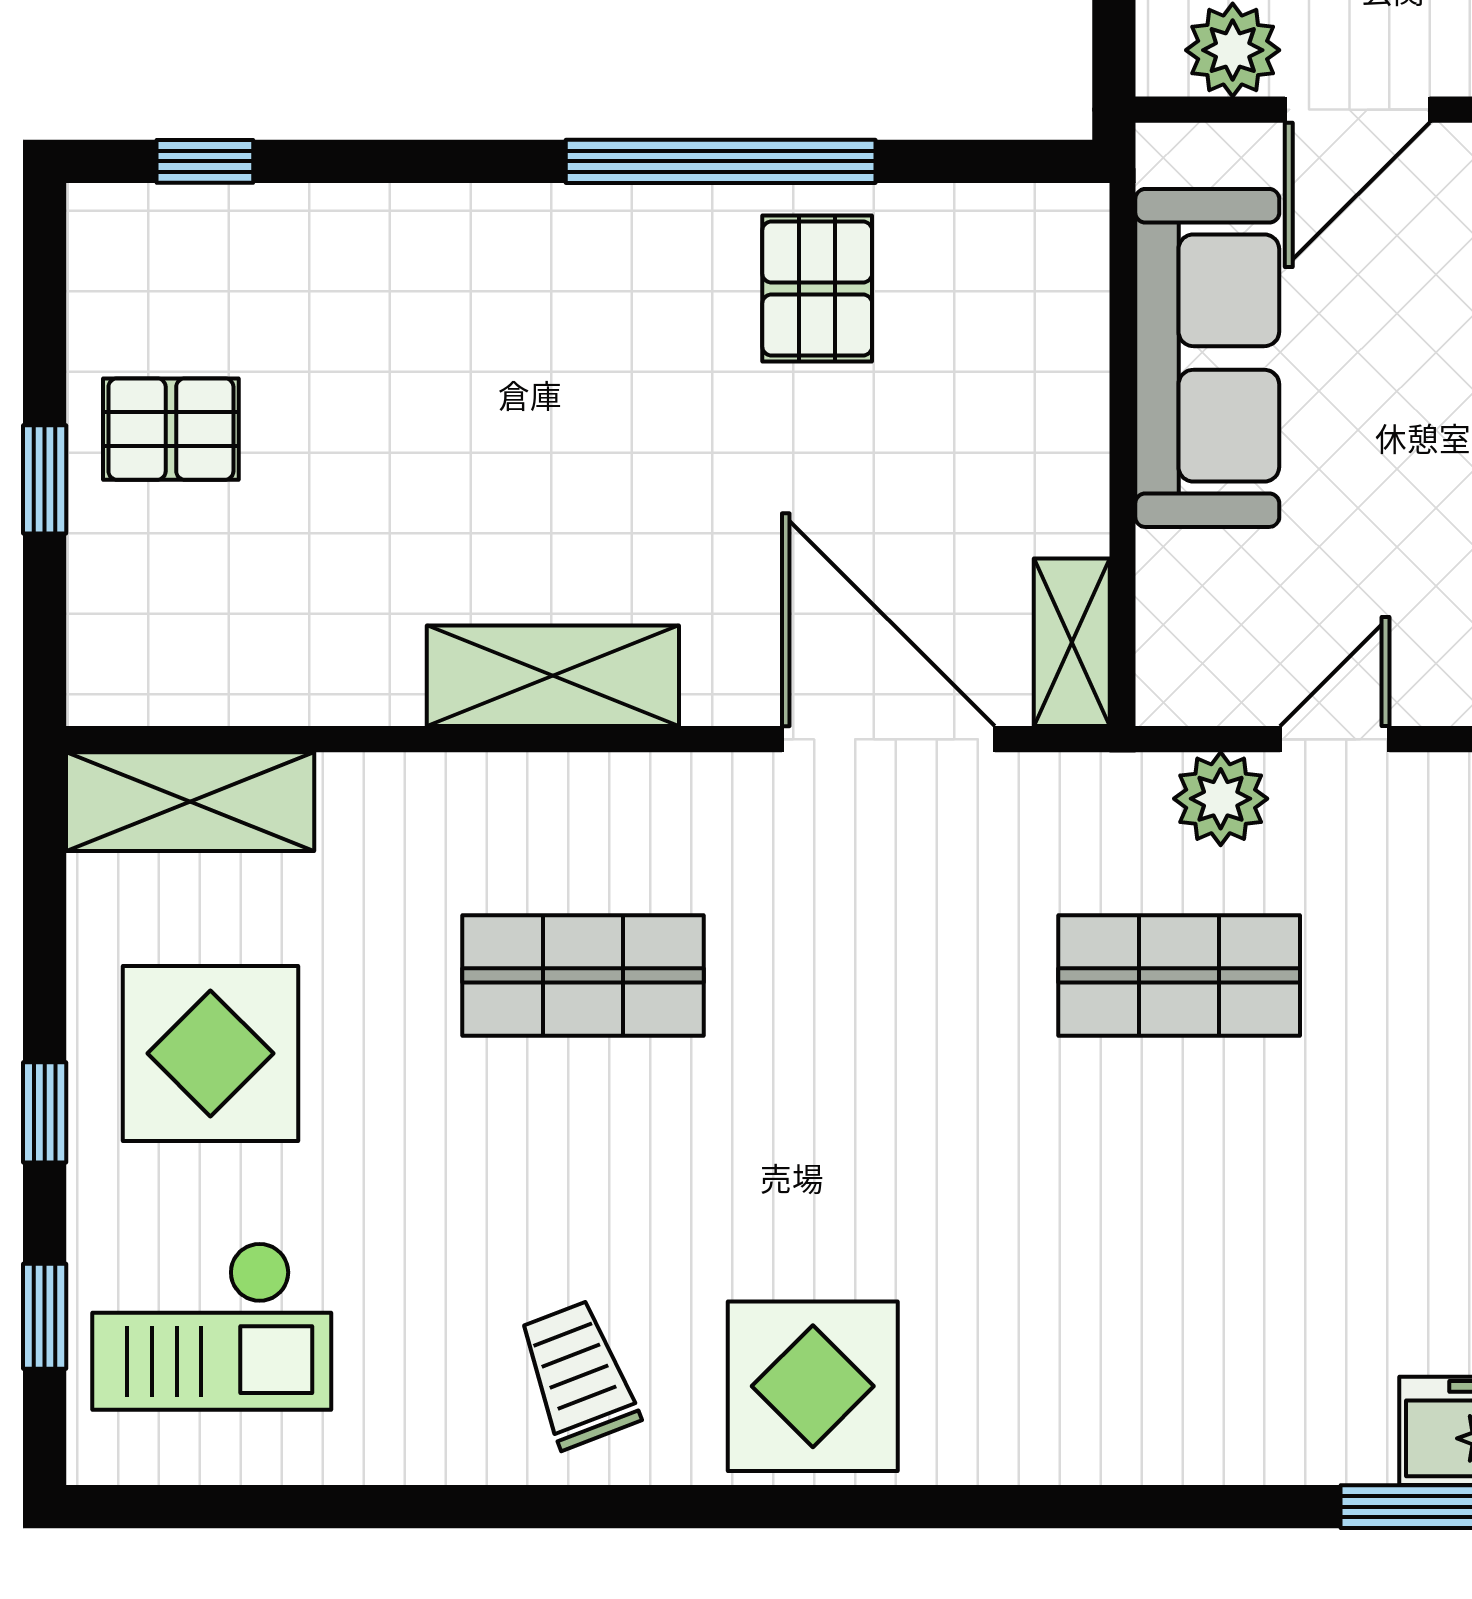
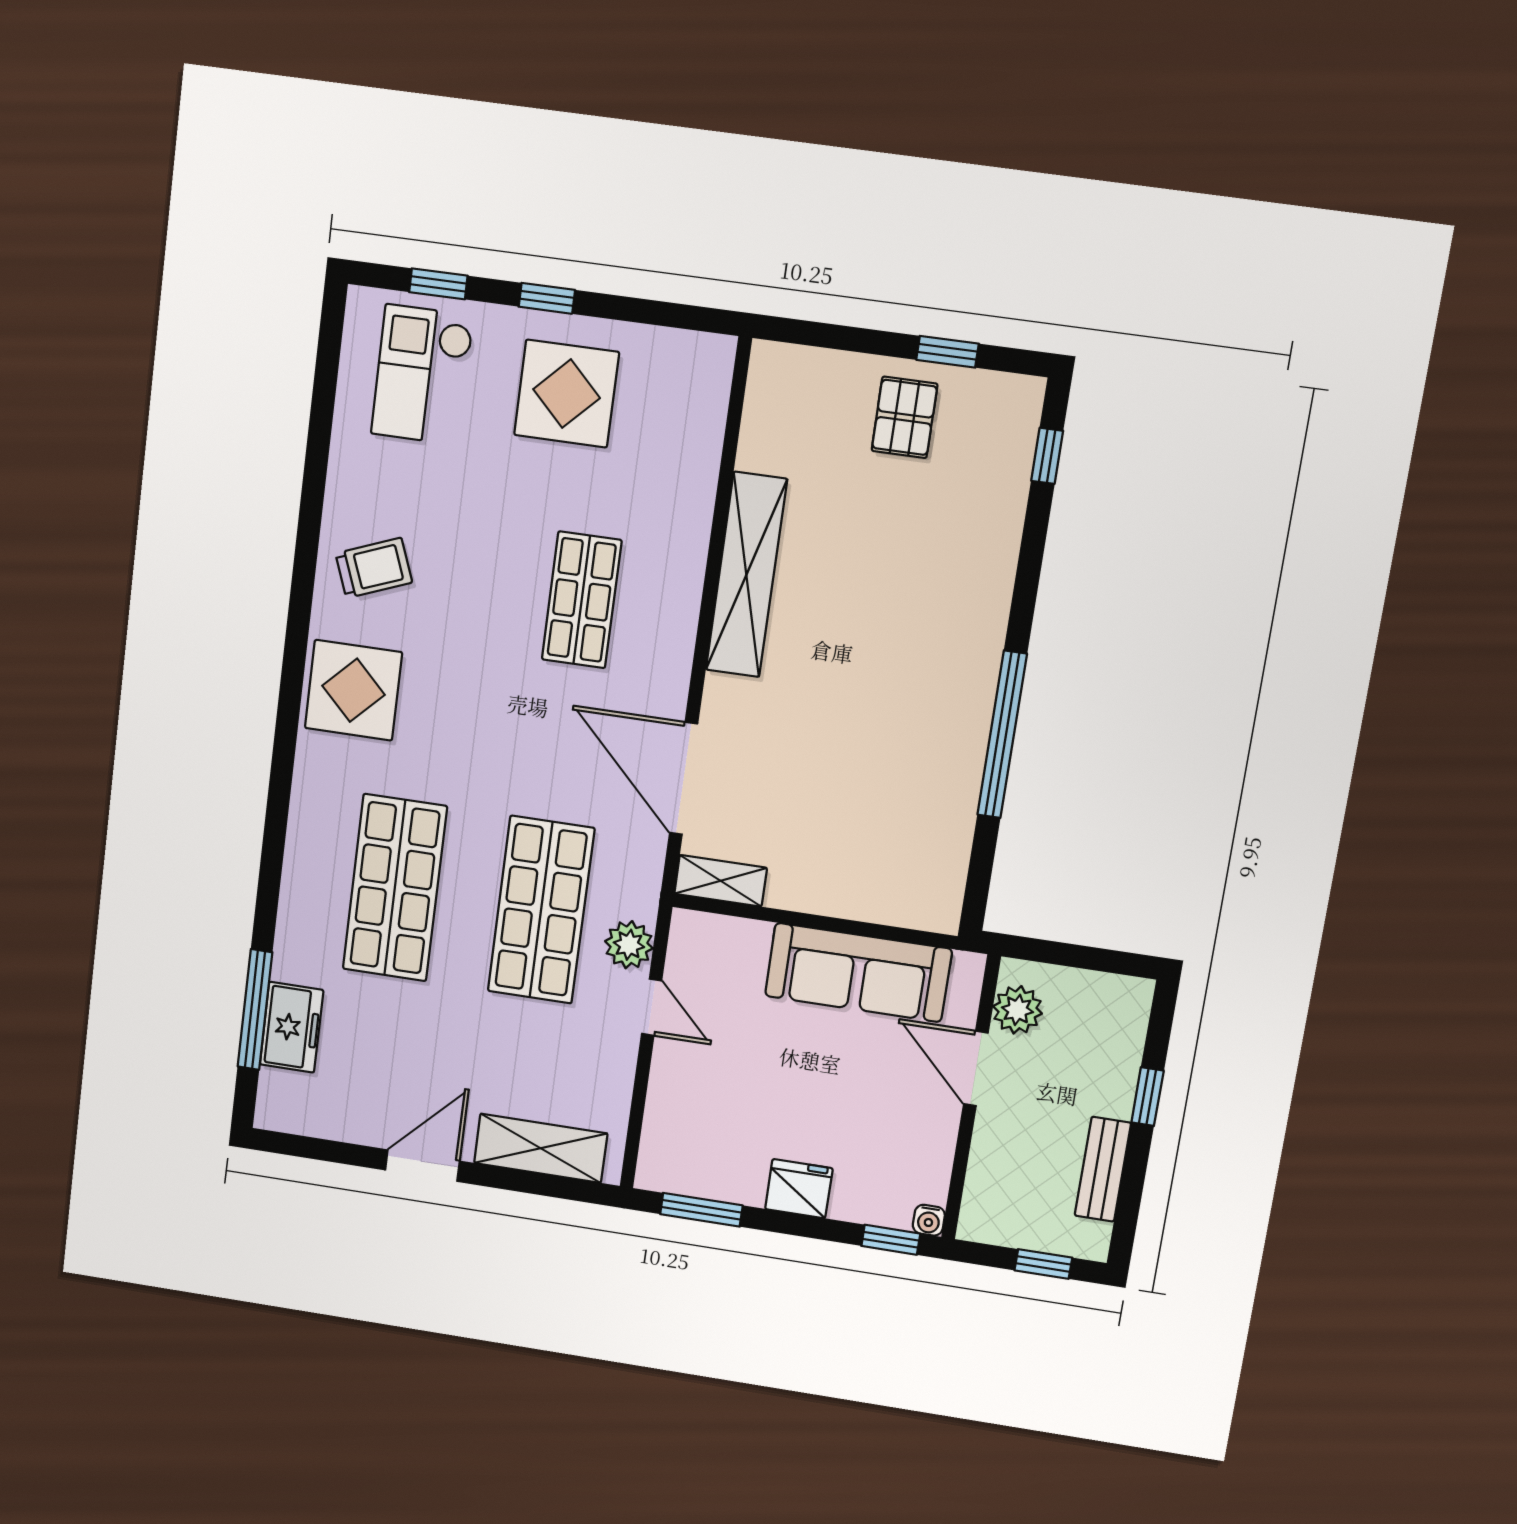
pallet: (817, 288) -> (926, 776), removed
window: (45, 479) -> (947, 352), moved
shelving: (553, 676) -> (746, 575), width x1.47
door: (888, 739) -> (684, 778), swing flipped
shelving: (190, 802) -> (702, 401), removed
shop shelf: (1179, 975) -> (541, 910), width x1.43, depth x1.36
shop shelf: (1179, 1262) -> (395, 888), added

